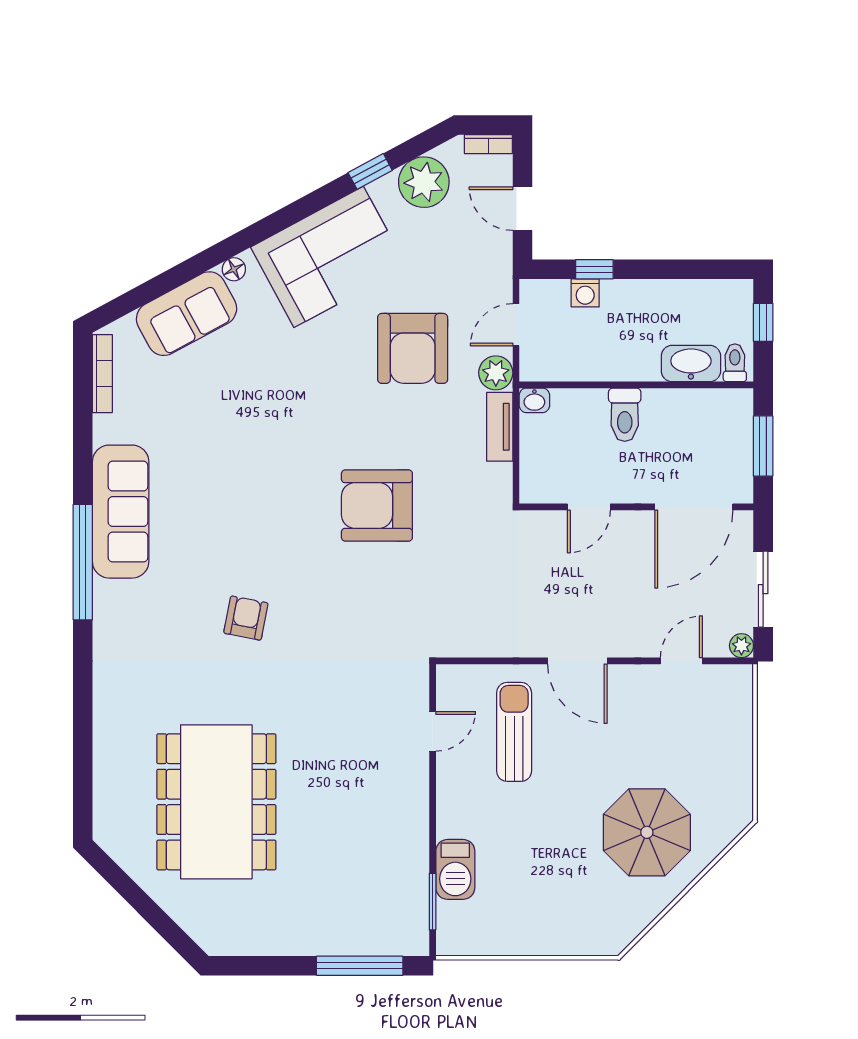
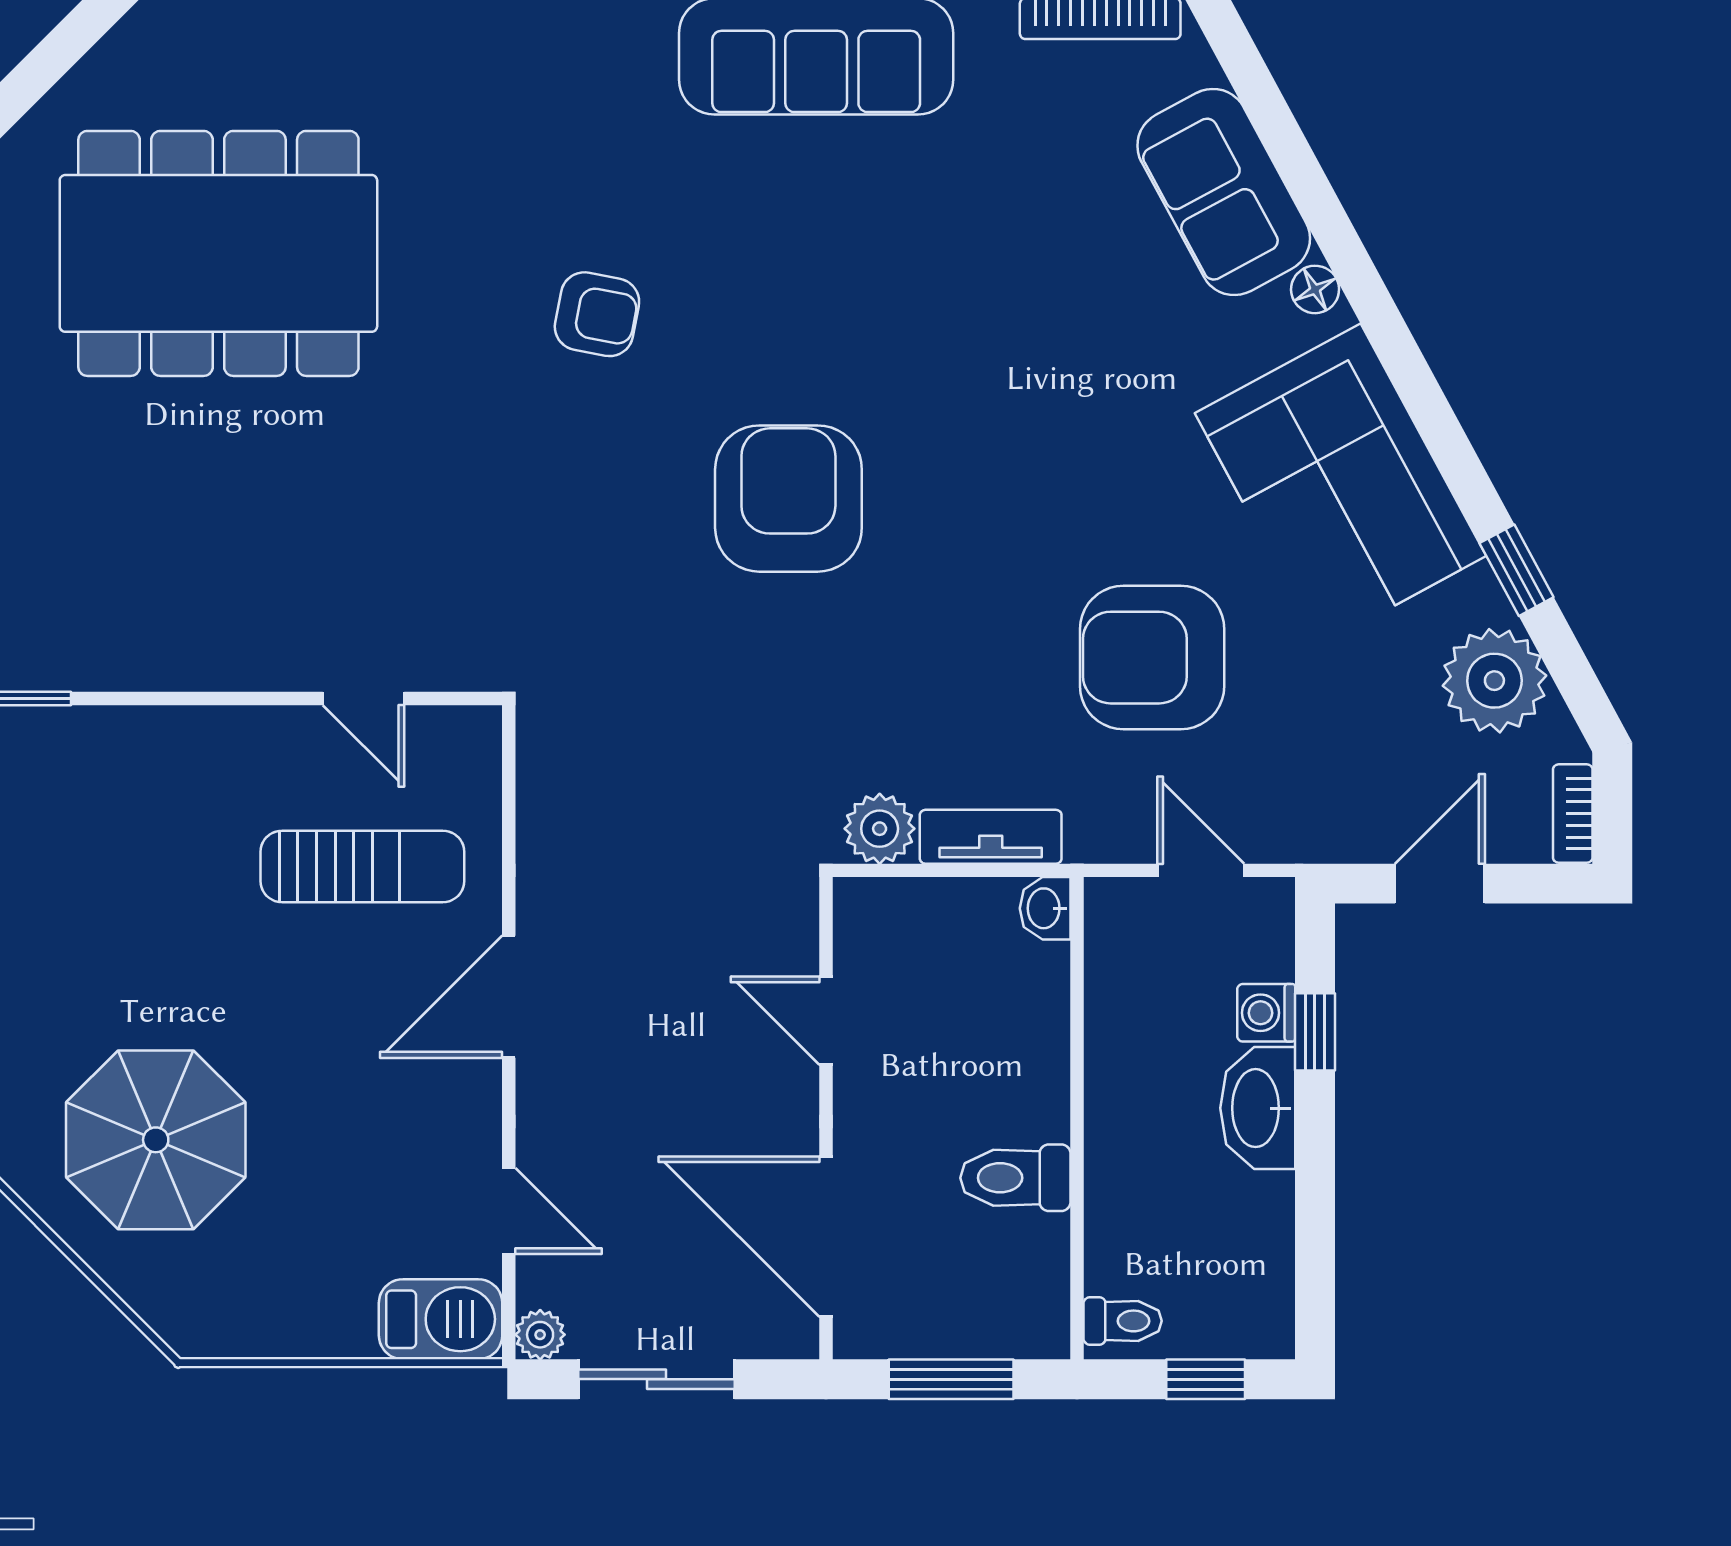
washbasin: (691, 363) -> (1258, 1108), moved, turned 180
plant: (496, 373) -> (880, 829), moved
toilet: (625, 415) -> (1015, 1178), moved
armchair: (377, 506) -> (788, 499), moved
barbecue: (455, 869) -> (441, 1319), moved, turned 180

